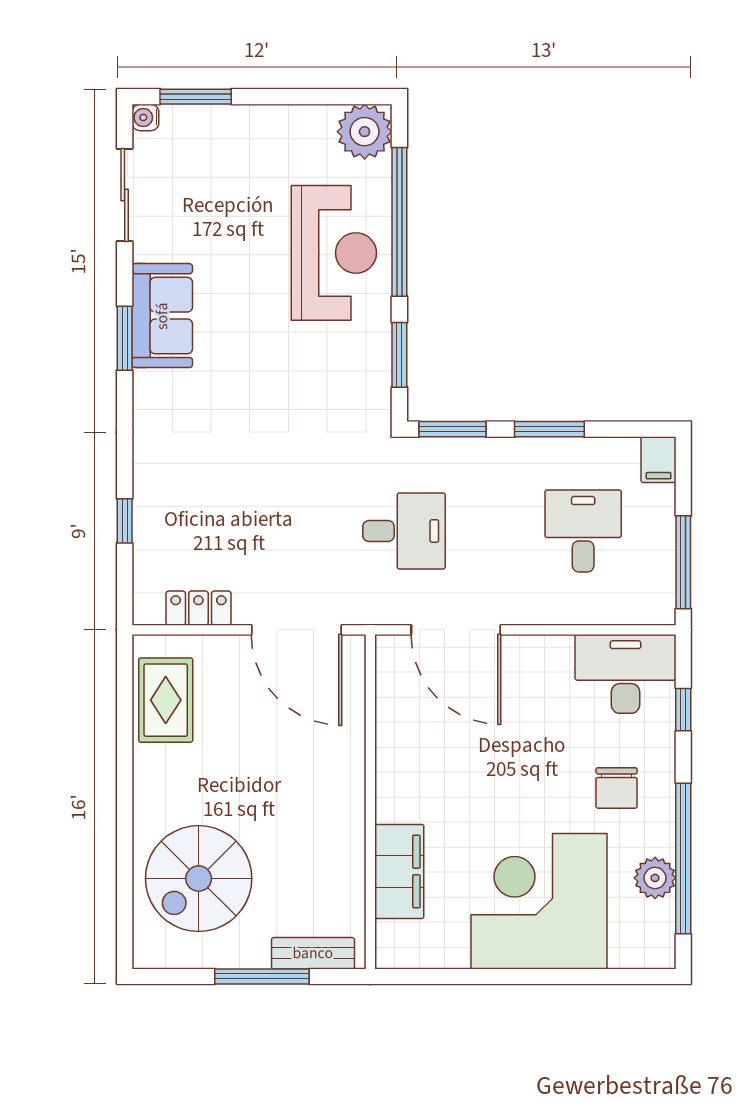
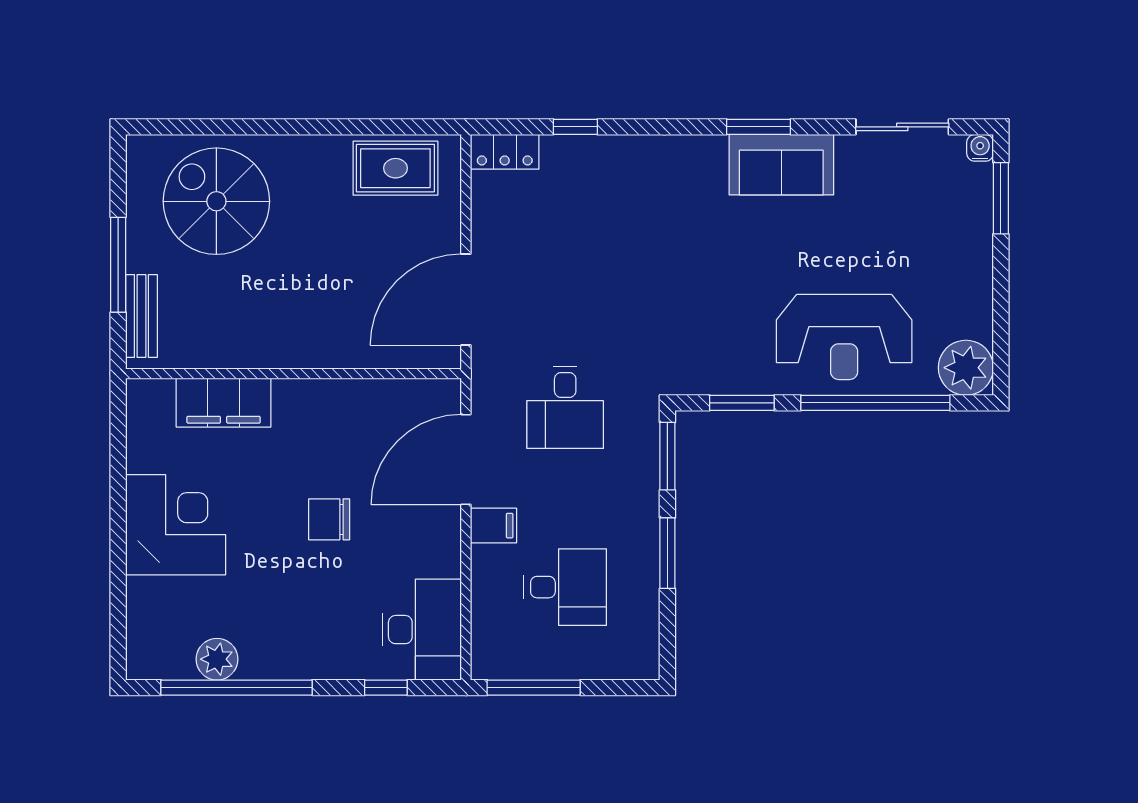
filing cabinet: (658, 460) -> (493, 526), moved, turned 180
locker: (198, 608) -> (505, 152), moved, turned 90
chair: (617, 788) -> (329, 519), moved
corner desk: (539, 901) -> (176, 525), width x0.74, depth x0.74

